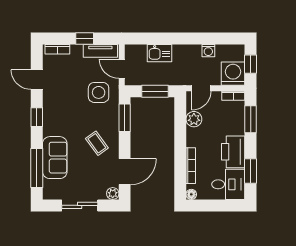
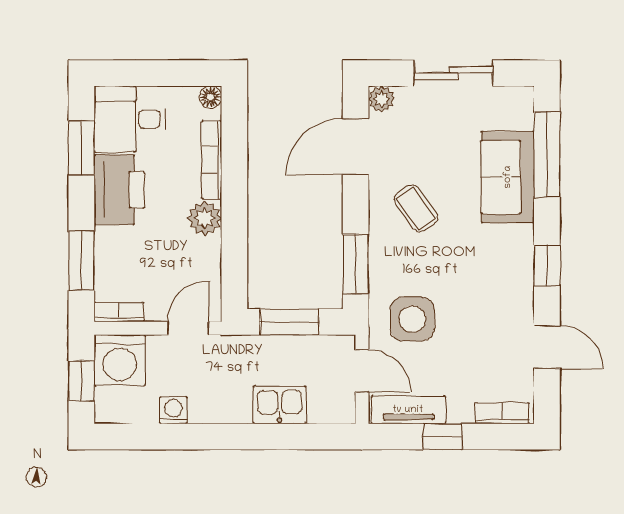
plant: (194, 119) -> (205, 218), moved

